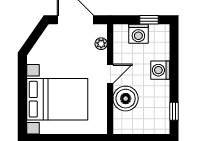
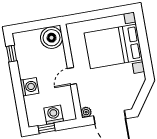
plant: (101, 44) -> (86, 112), moved
boiler: (126, 99) -> (52, 38), moved

